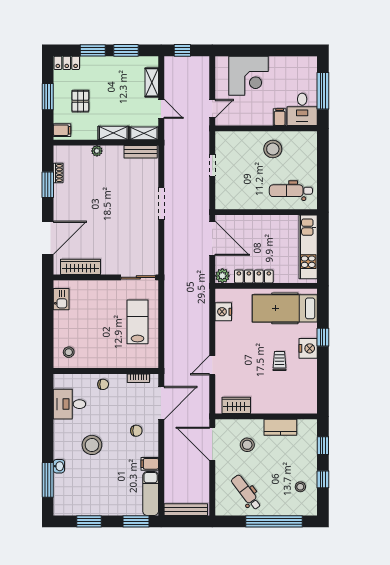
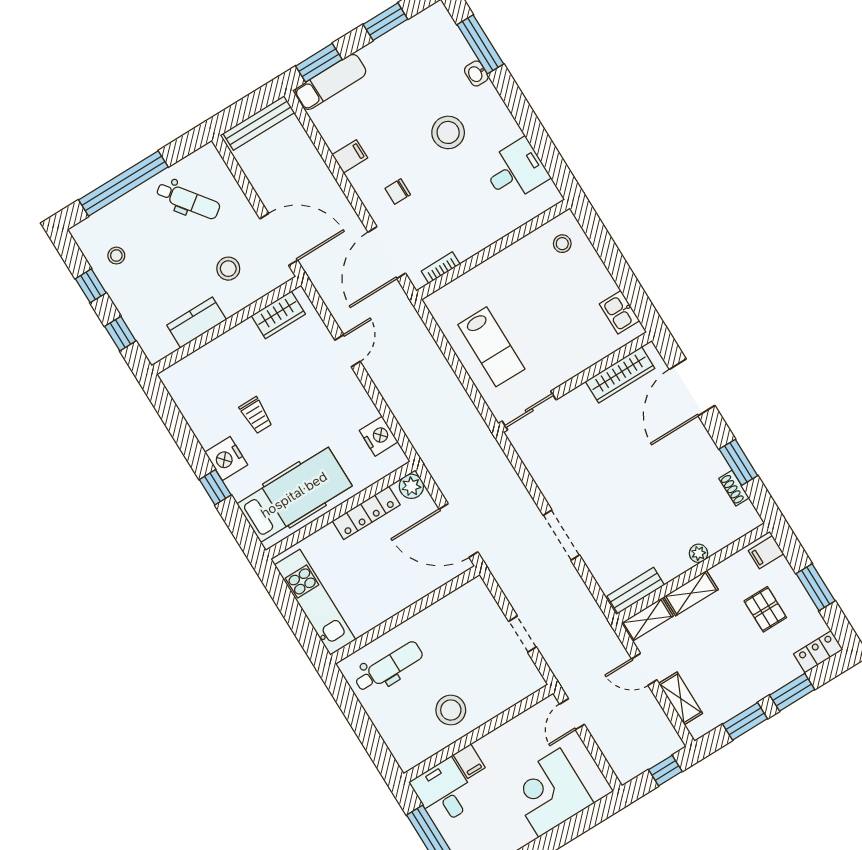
chair: (103, 384) -> (485, 228), removed
exam couch: (151, 494) -> (330, 82), moved, turned 90

